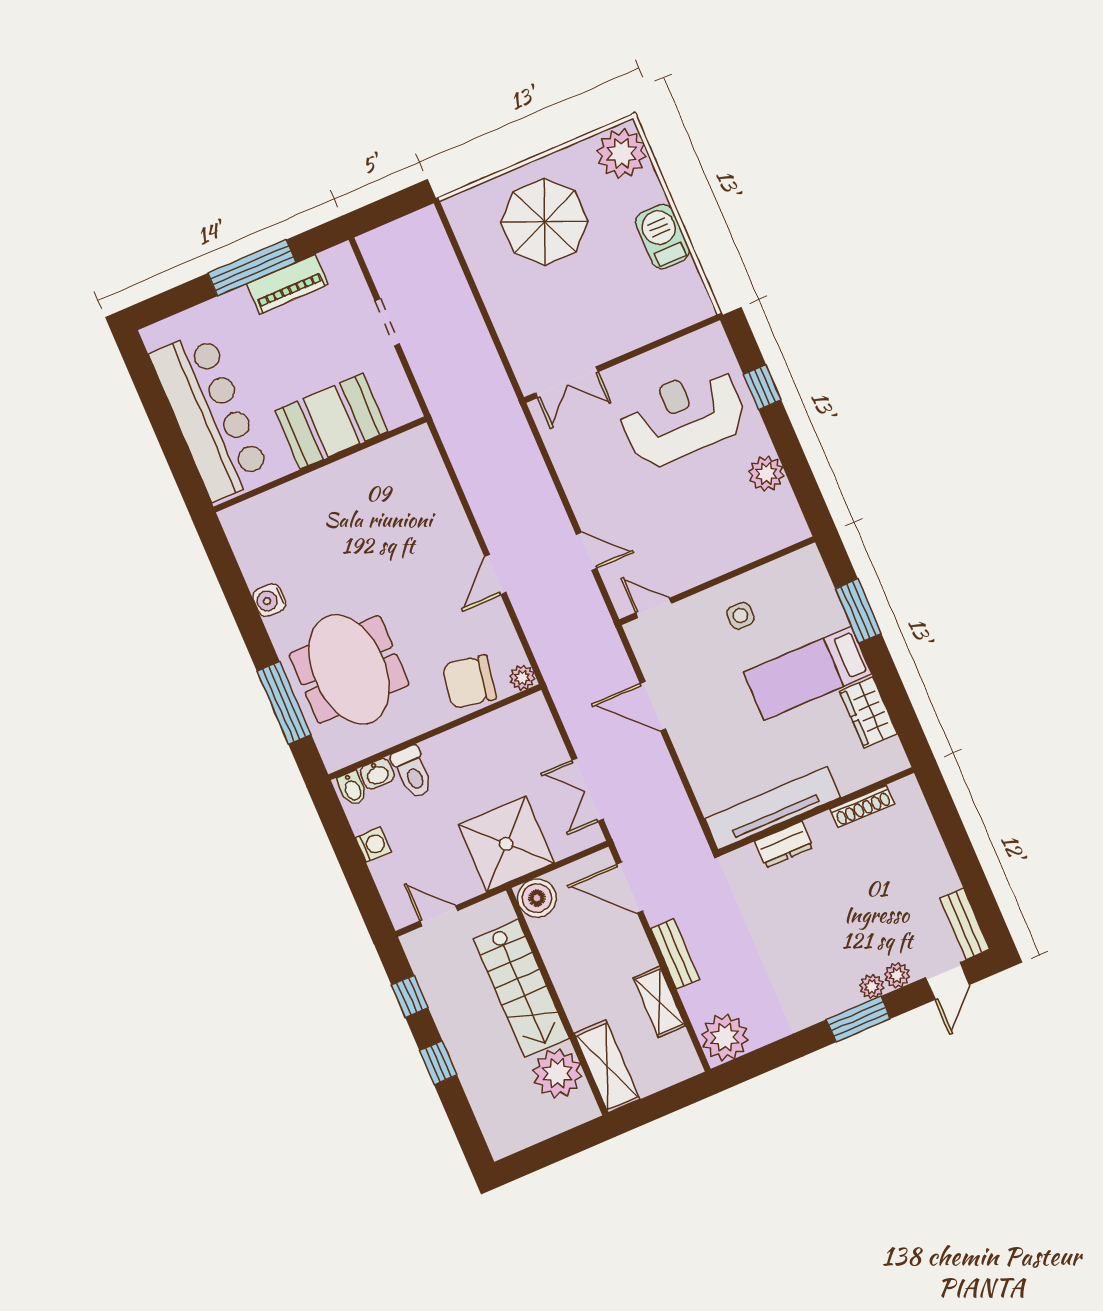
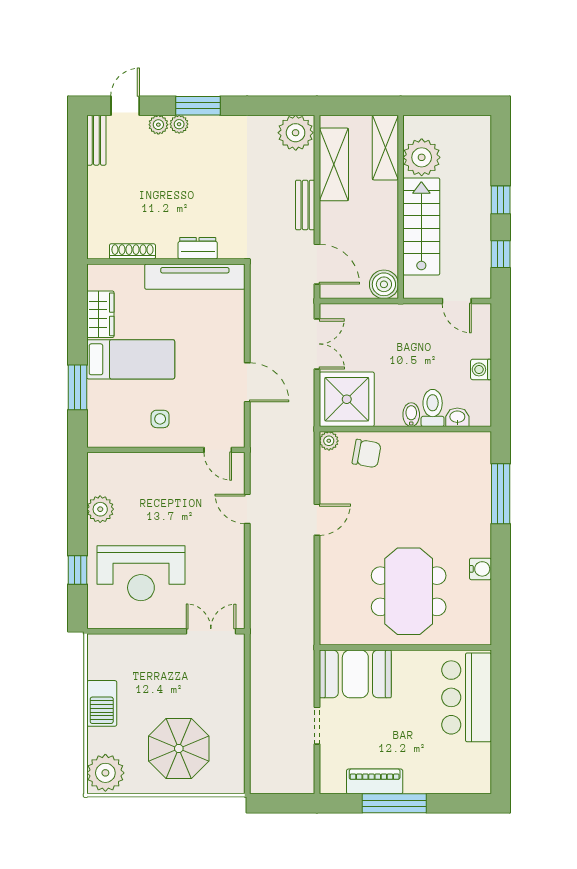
bar counter: (210, 416) -> (467, 697), width x0.73
booth: (331, 421) -> (355, 674), moved
meeting table: (349, 669) -> (409, 591), moved
chair: (469, 682) -> (367, 453), width x0.73, depth x0.73
bidet: (352, 788) -> (411, 415), moved
shower: (506, 844) -> (347, 399), moved
shelving: (659, 1002) -> (334, 164), width x1.50, depth x1.33

